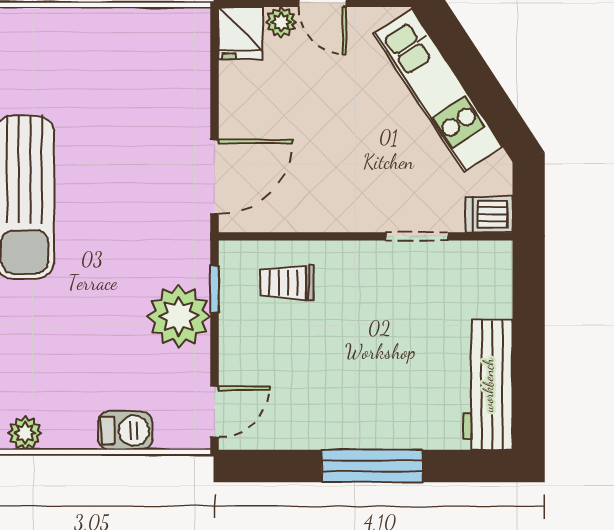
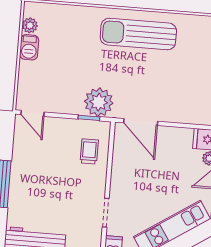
plant: (179, 316) -> (99, 102), moved
barbecue: (125, 431) -> (29, 47), moved

